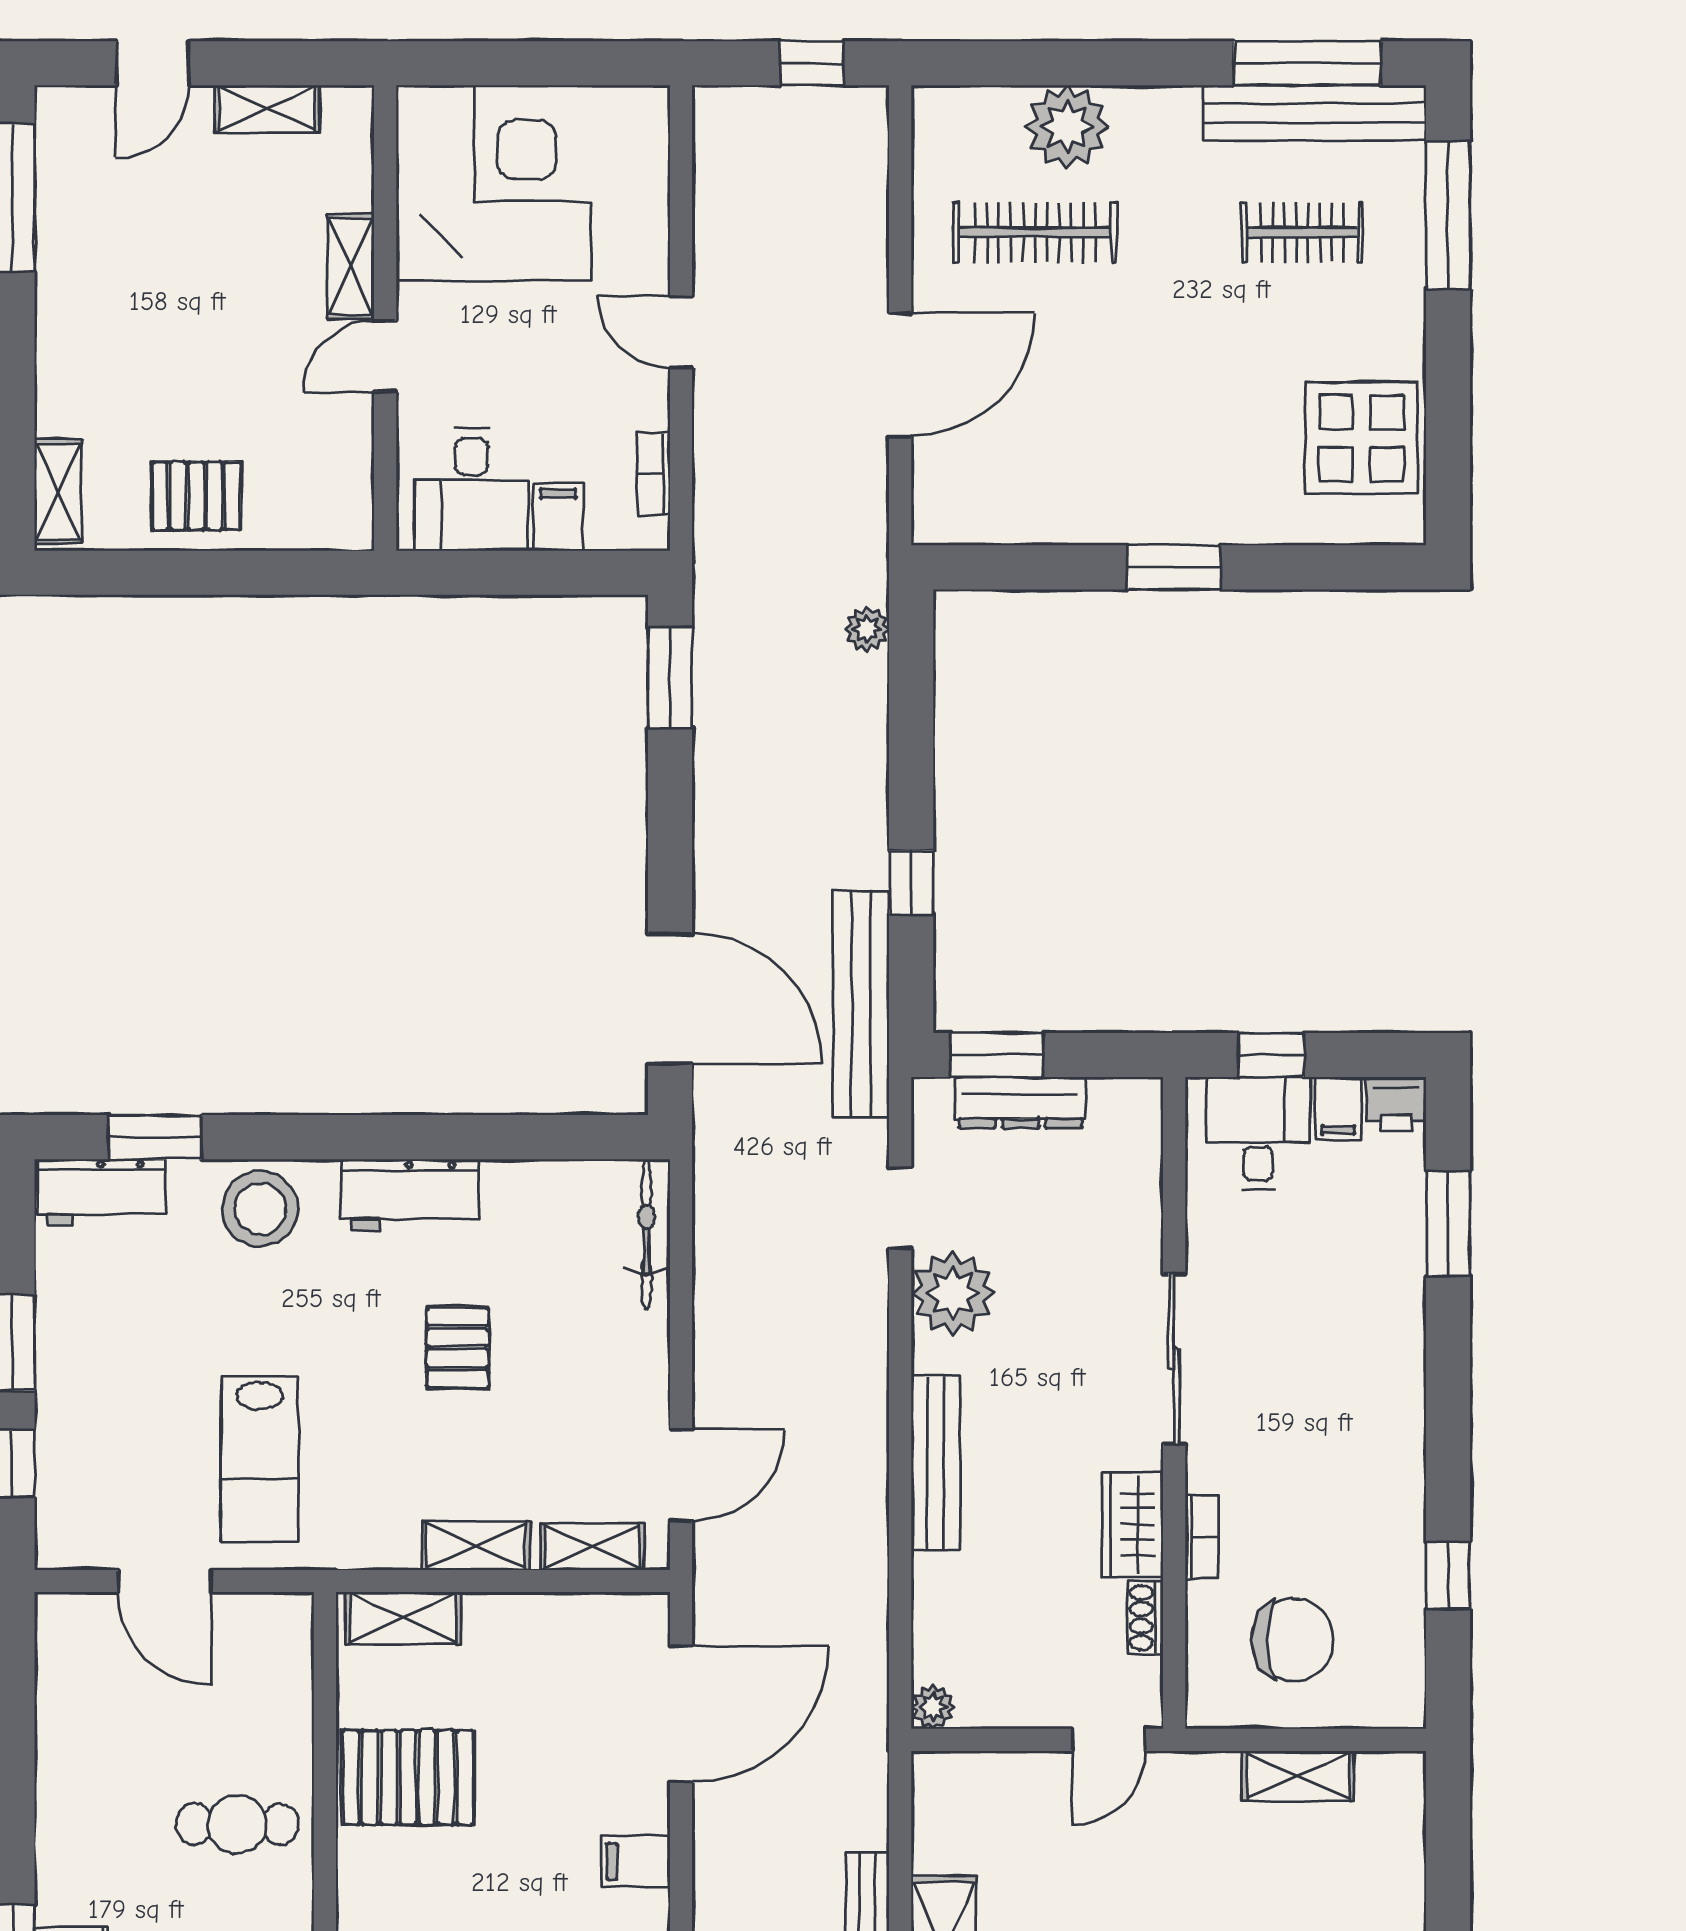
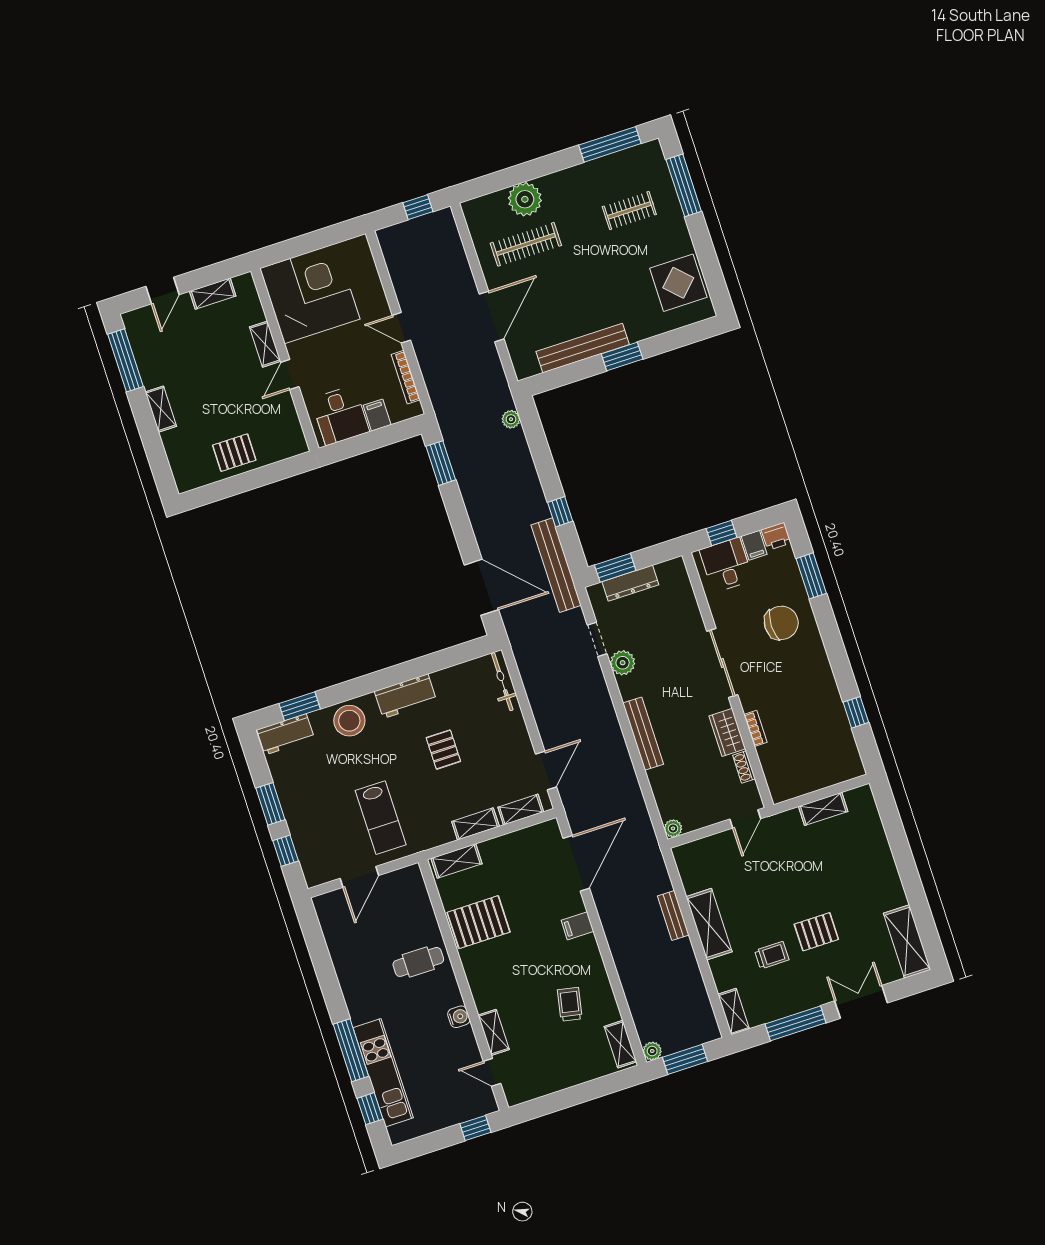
bench: (1314, 113) -> (583, 348), moved
bookcase: (654, 474) -> (406, 377), width x1.56
shelving: (58, 491) -> (161, 409), moved
plant: (953, 1293) -> (623, 663), width x0.73, depth x0.73
door: (165, 1581) -> (359, 877), hinge flipped
chair: (1293, 1640) -> (781, 623), moved

